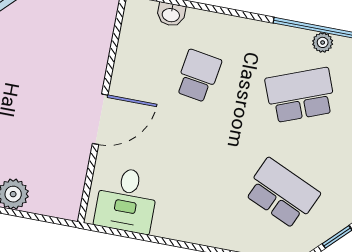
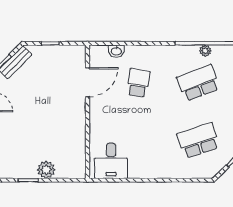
door: (100, 119) -> (87, 82), moved
school desk: (282, 193) -> (198, 141), turned -42

